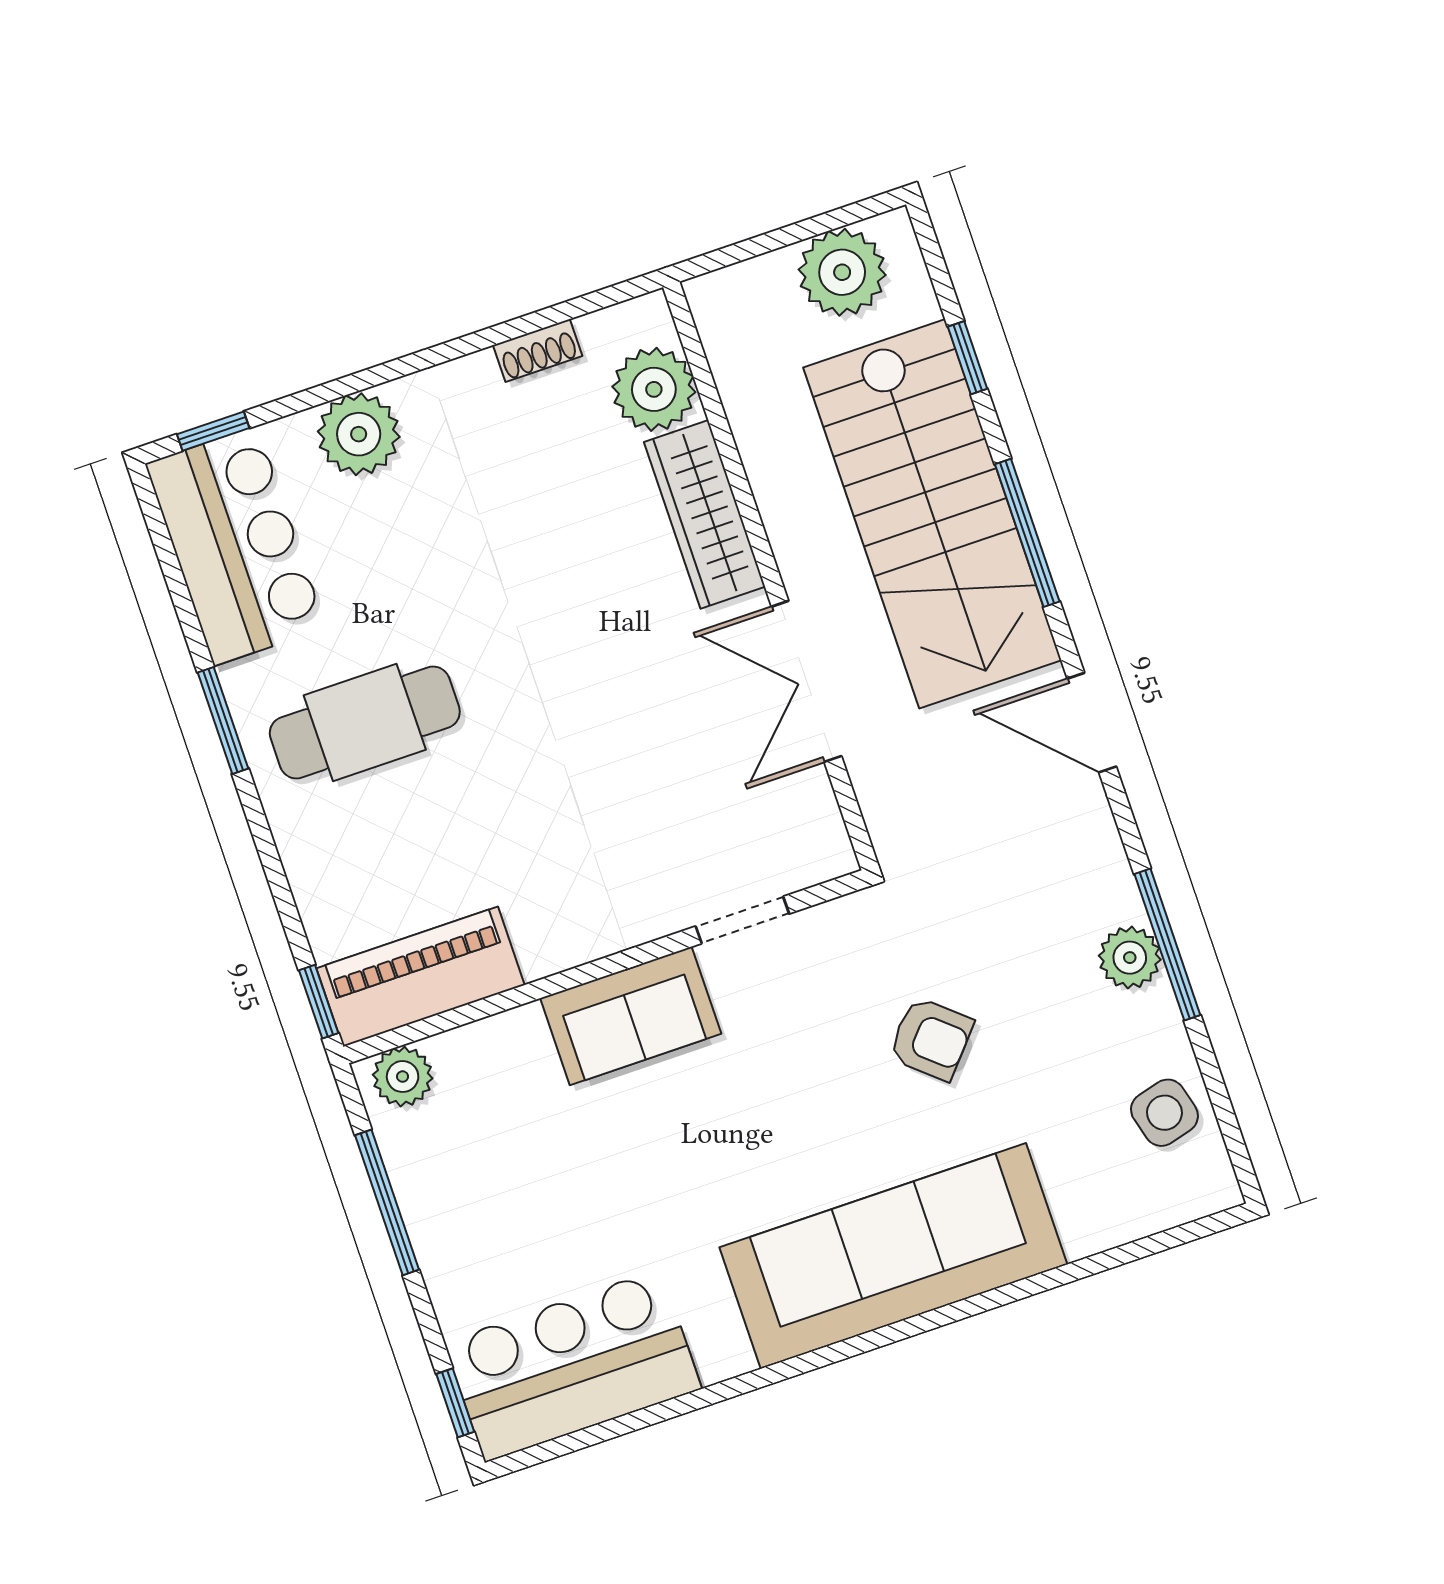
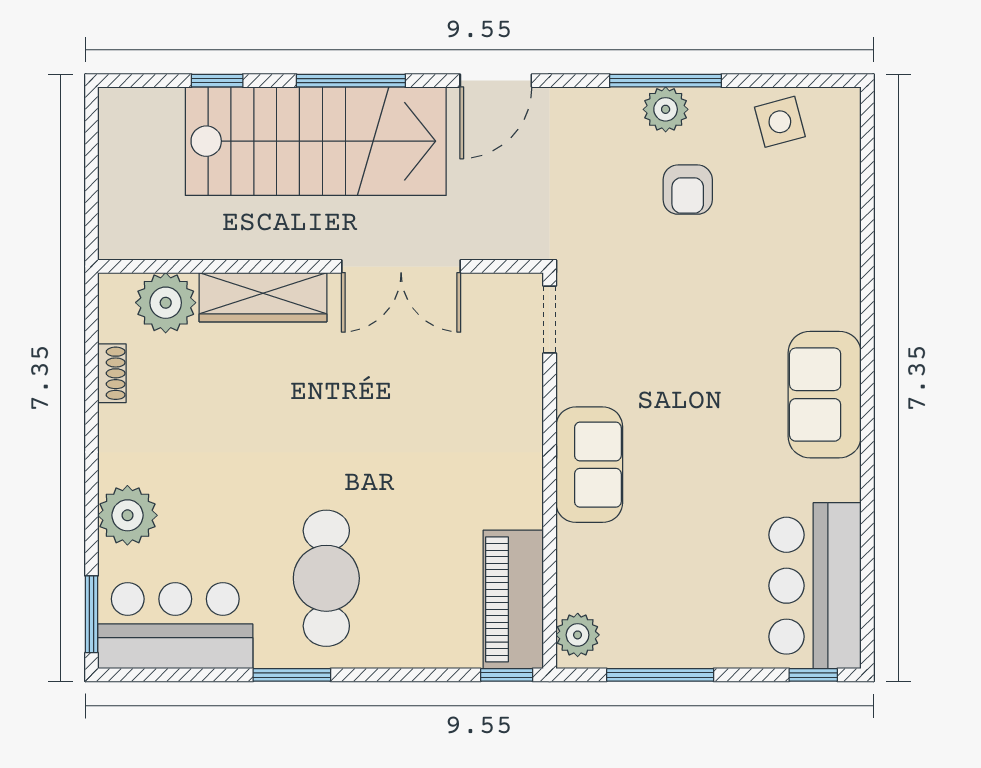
plant: (842, 272) -> (129, 147), removed
window: (213, 431) -> (91, 614), width x1.50
doorway: (742, 920) -> (550, 319), moved
armchair: (931, 1039) -> (688, 190), moved, turned 139
sofa: (893, 1256) -> (825, 395), width x0.54, depth x0.79

